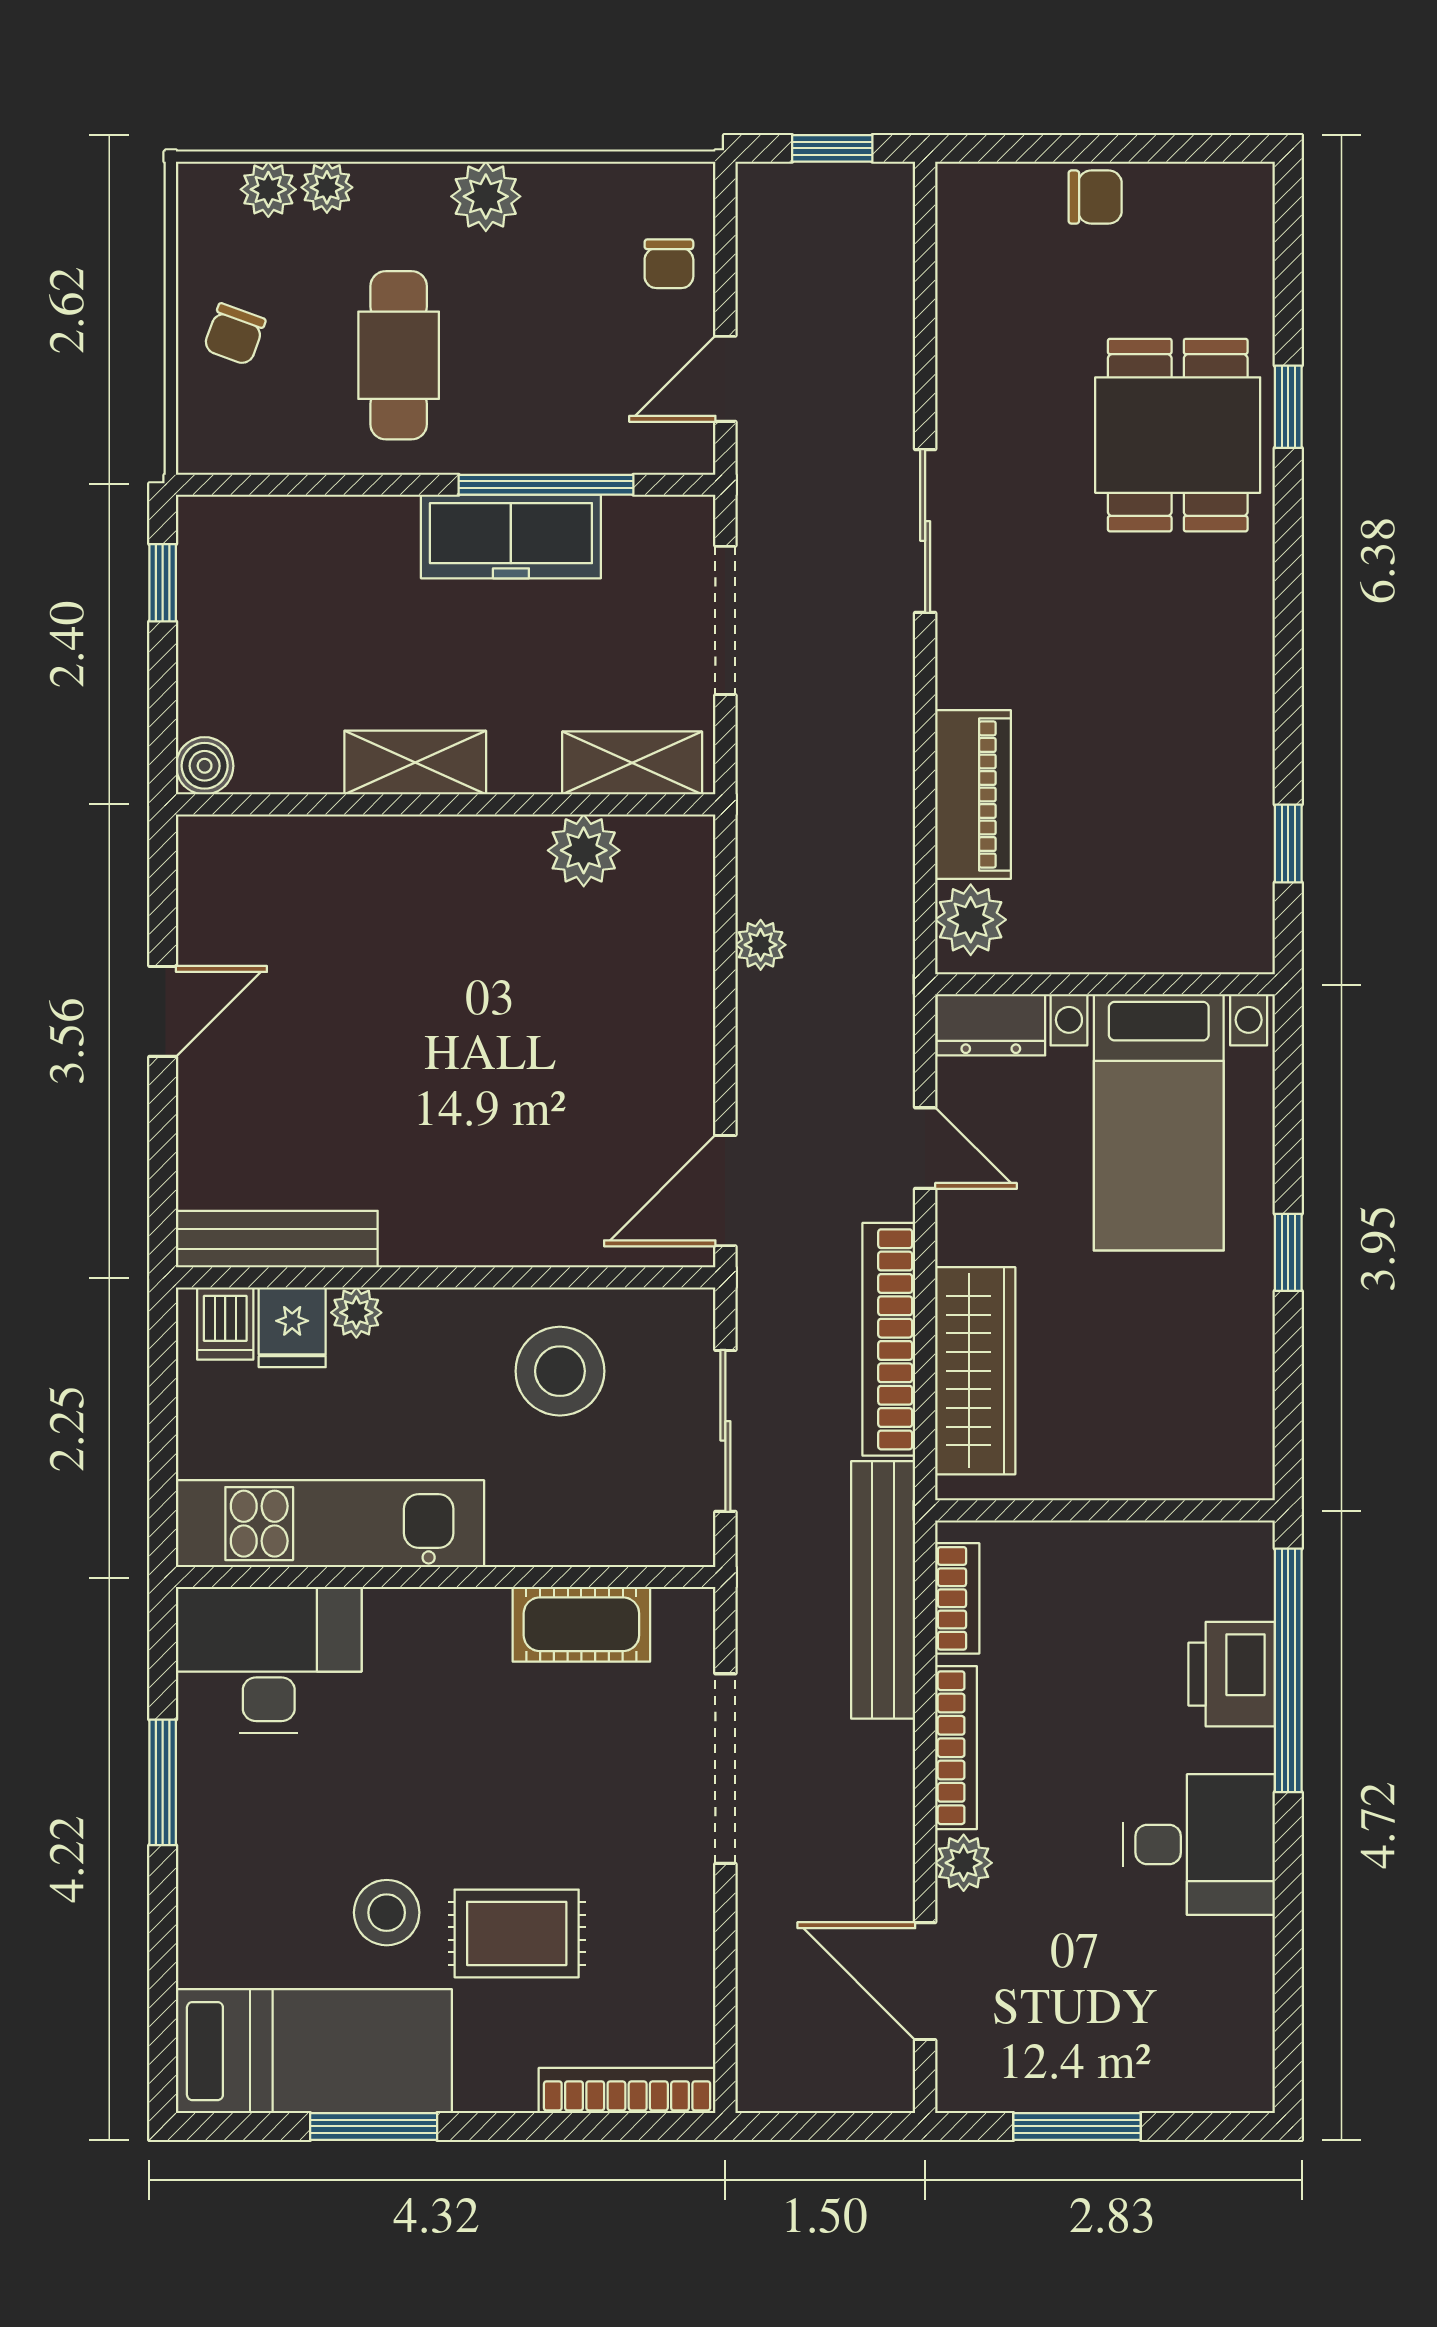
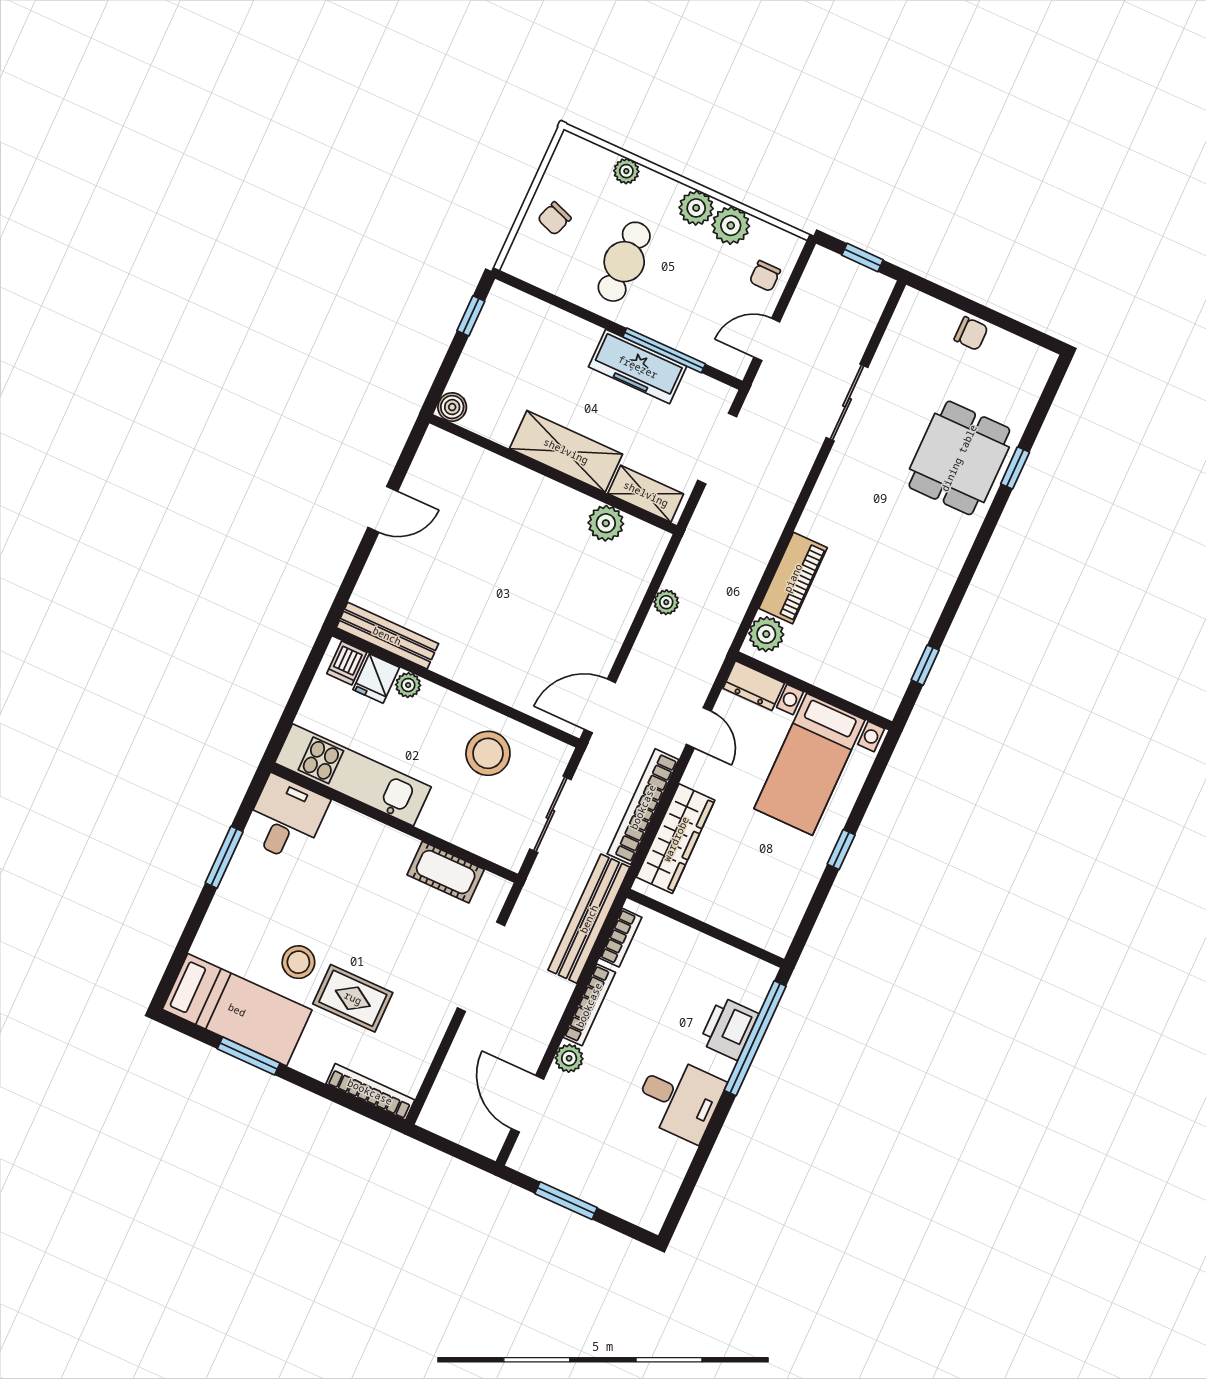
plant: (268, 189) -> (731, 226), moved, width x1.38, depth x1.38
sliding door: (925, 531) -> (847, 402), moved
shelving: (415, 763) -> (566, 451), width x1.50, depth x1.33
desk: (269, 1660) -> (286, 819), width x0.73

